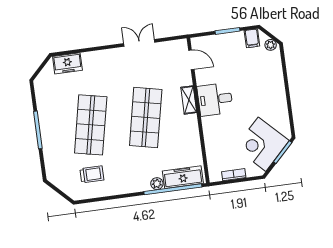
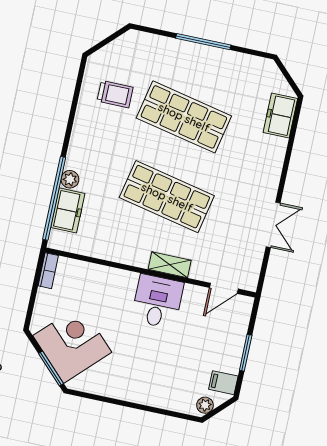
trolley: (92, 174) -> (115, 94), turned -90
bookcase: (234, 175) -> (48, 271), moved
freezer: (183, 177) -> (68, 210), width x0.71

